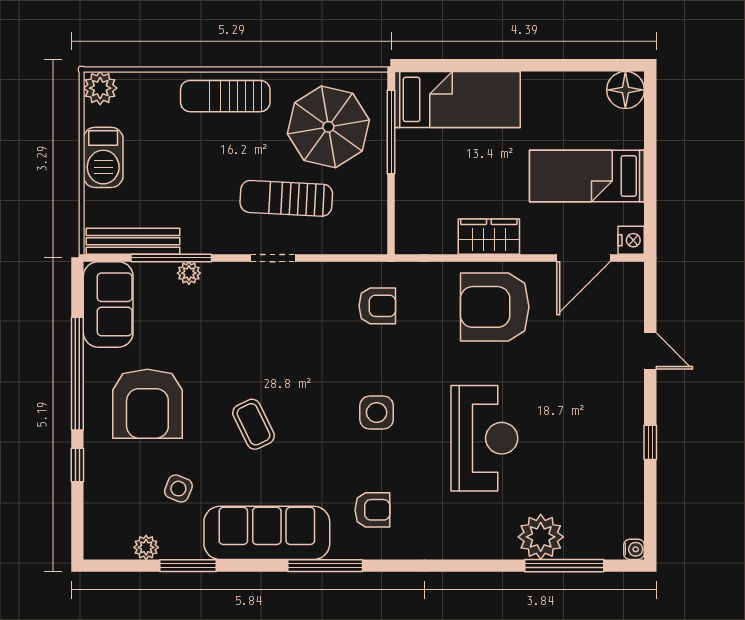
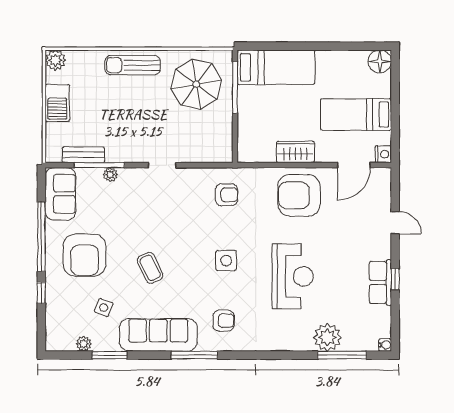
sun lounger: (286, 198) -> (170, 128), removed
bench: (133, 241) -> (83, 155), width x0.73
row of seats: (626, 448) -> (380, 282), added

